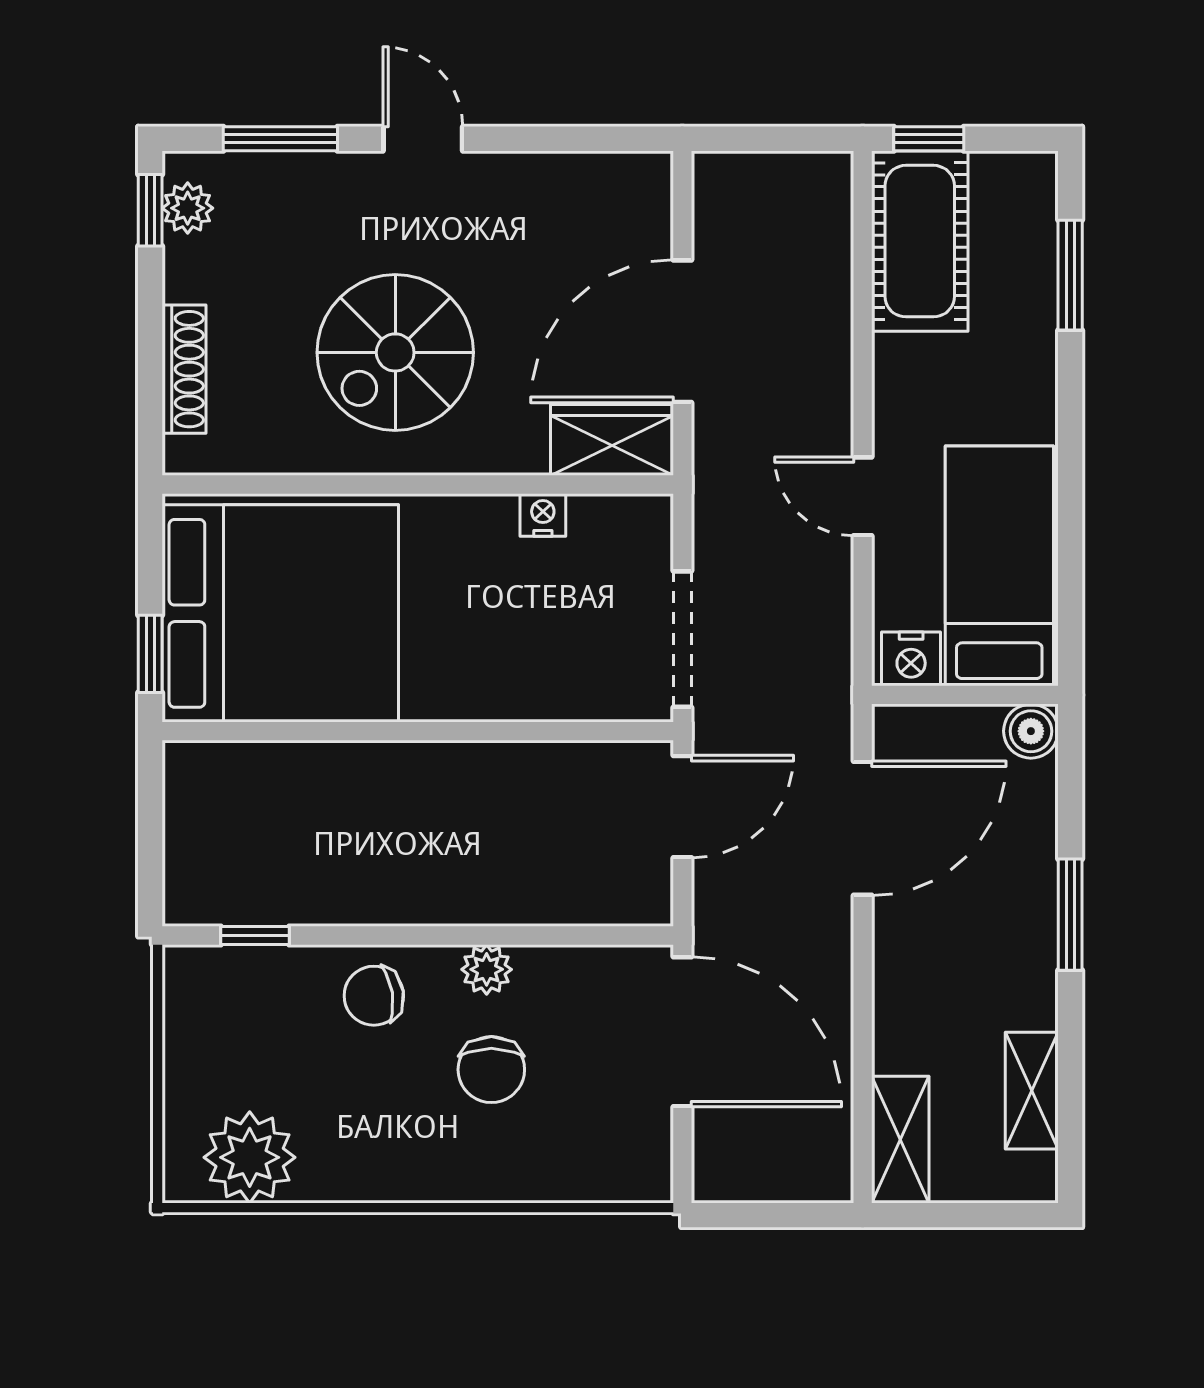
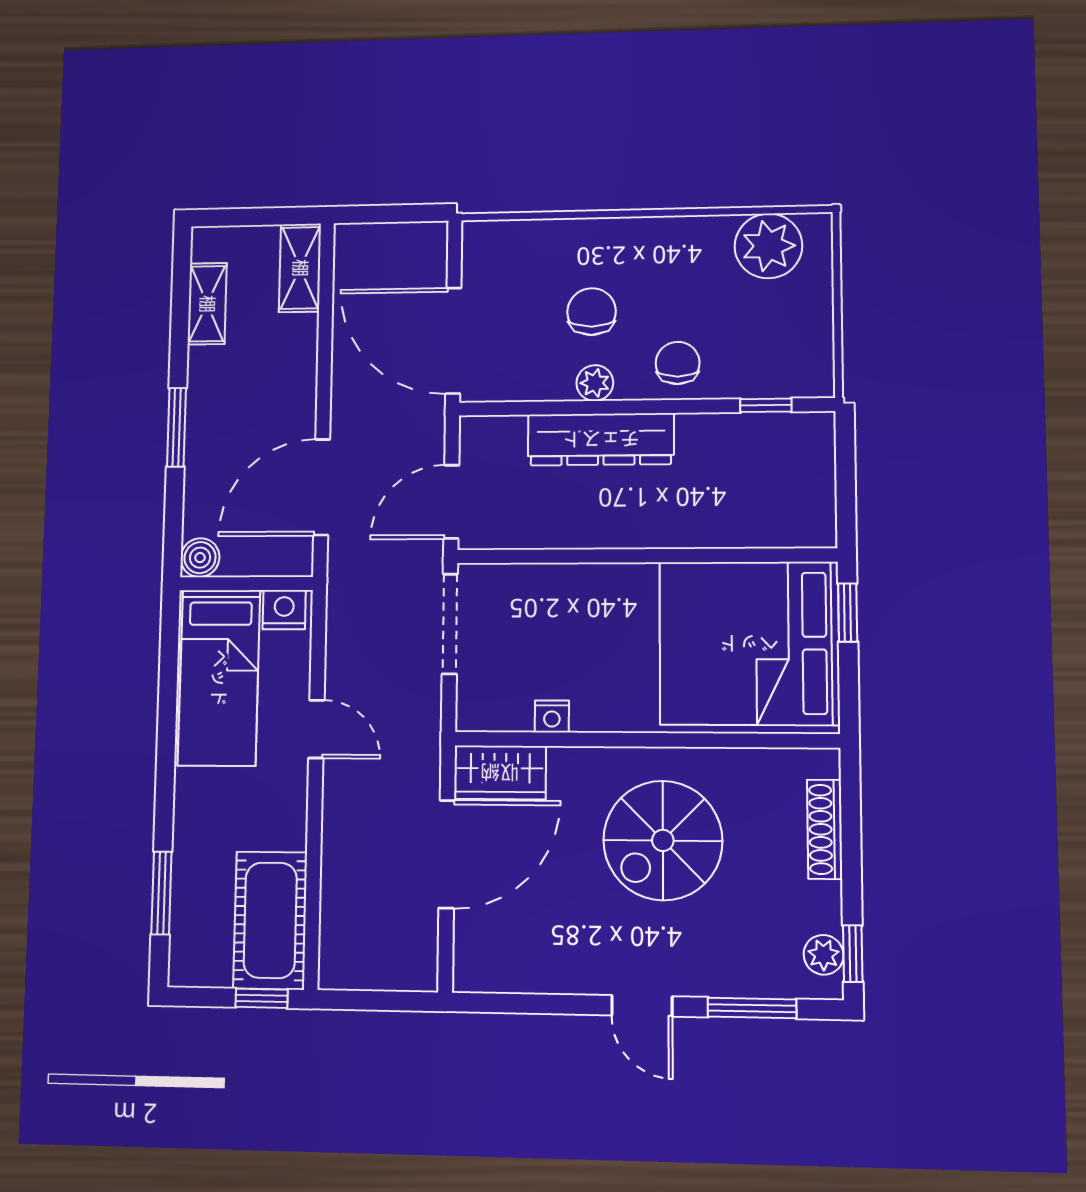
spiral stairs: (395, 352) -> (663, 840), turned 180
dresser: (478, 891) -> (601, 439), added
chair: (374, 996) -> (678, 363), turned -81

